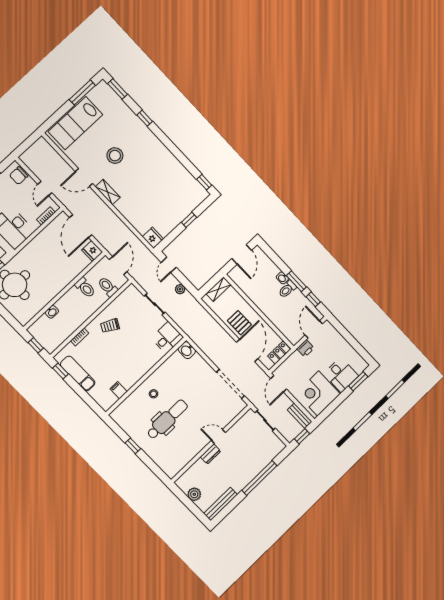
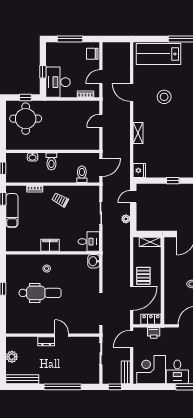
shelving: (108, 192) -> (138, 133), moved
door: (81, 226) -> (101, 121), width x0.53
fridge: (92, 251) -> (93, 143), removed
toilet: (85, 288) -> (51, 161), moved
printer: (306, 348) -> (154, 333), moved
filing cabinet: (119, 390) -> (50, 245), moved, width x2.00

